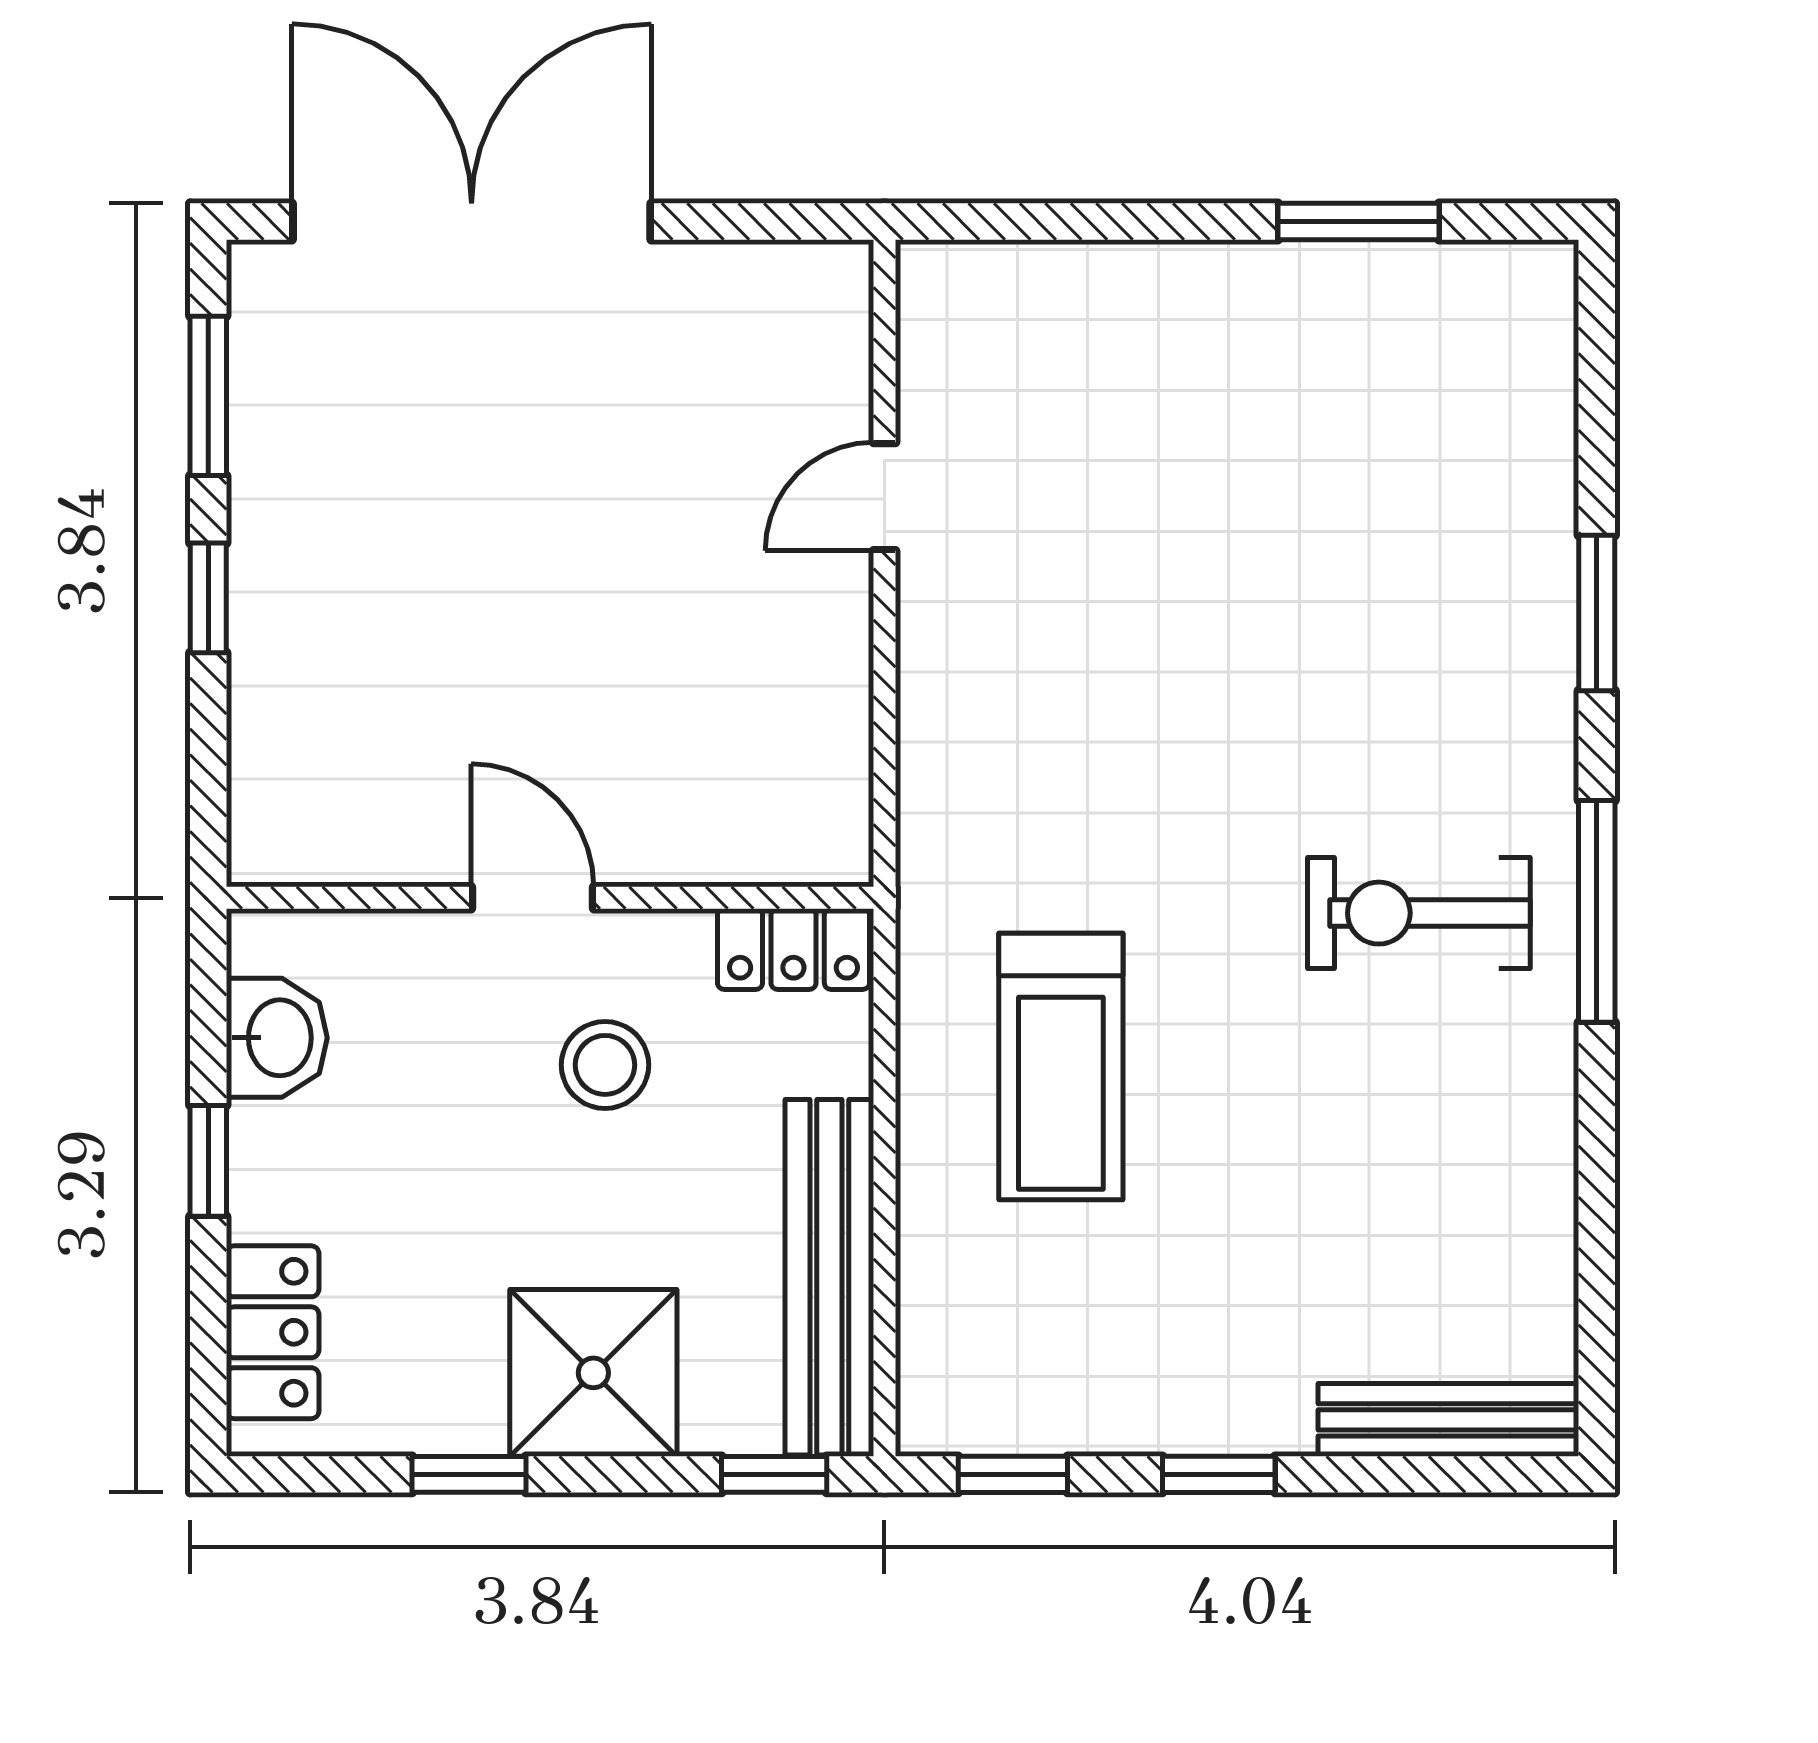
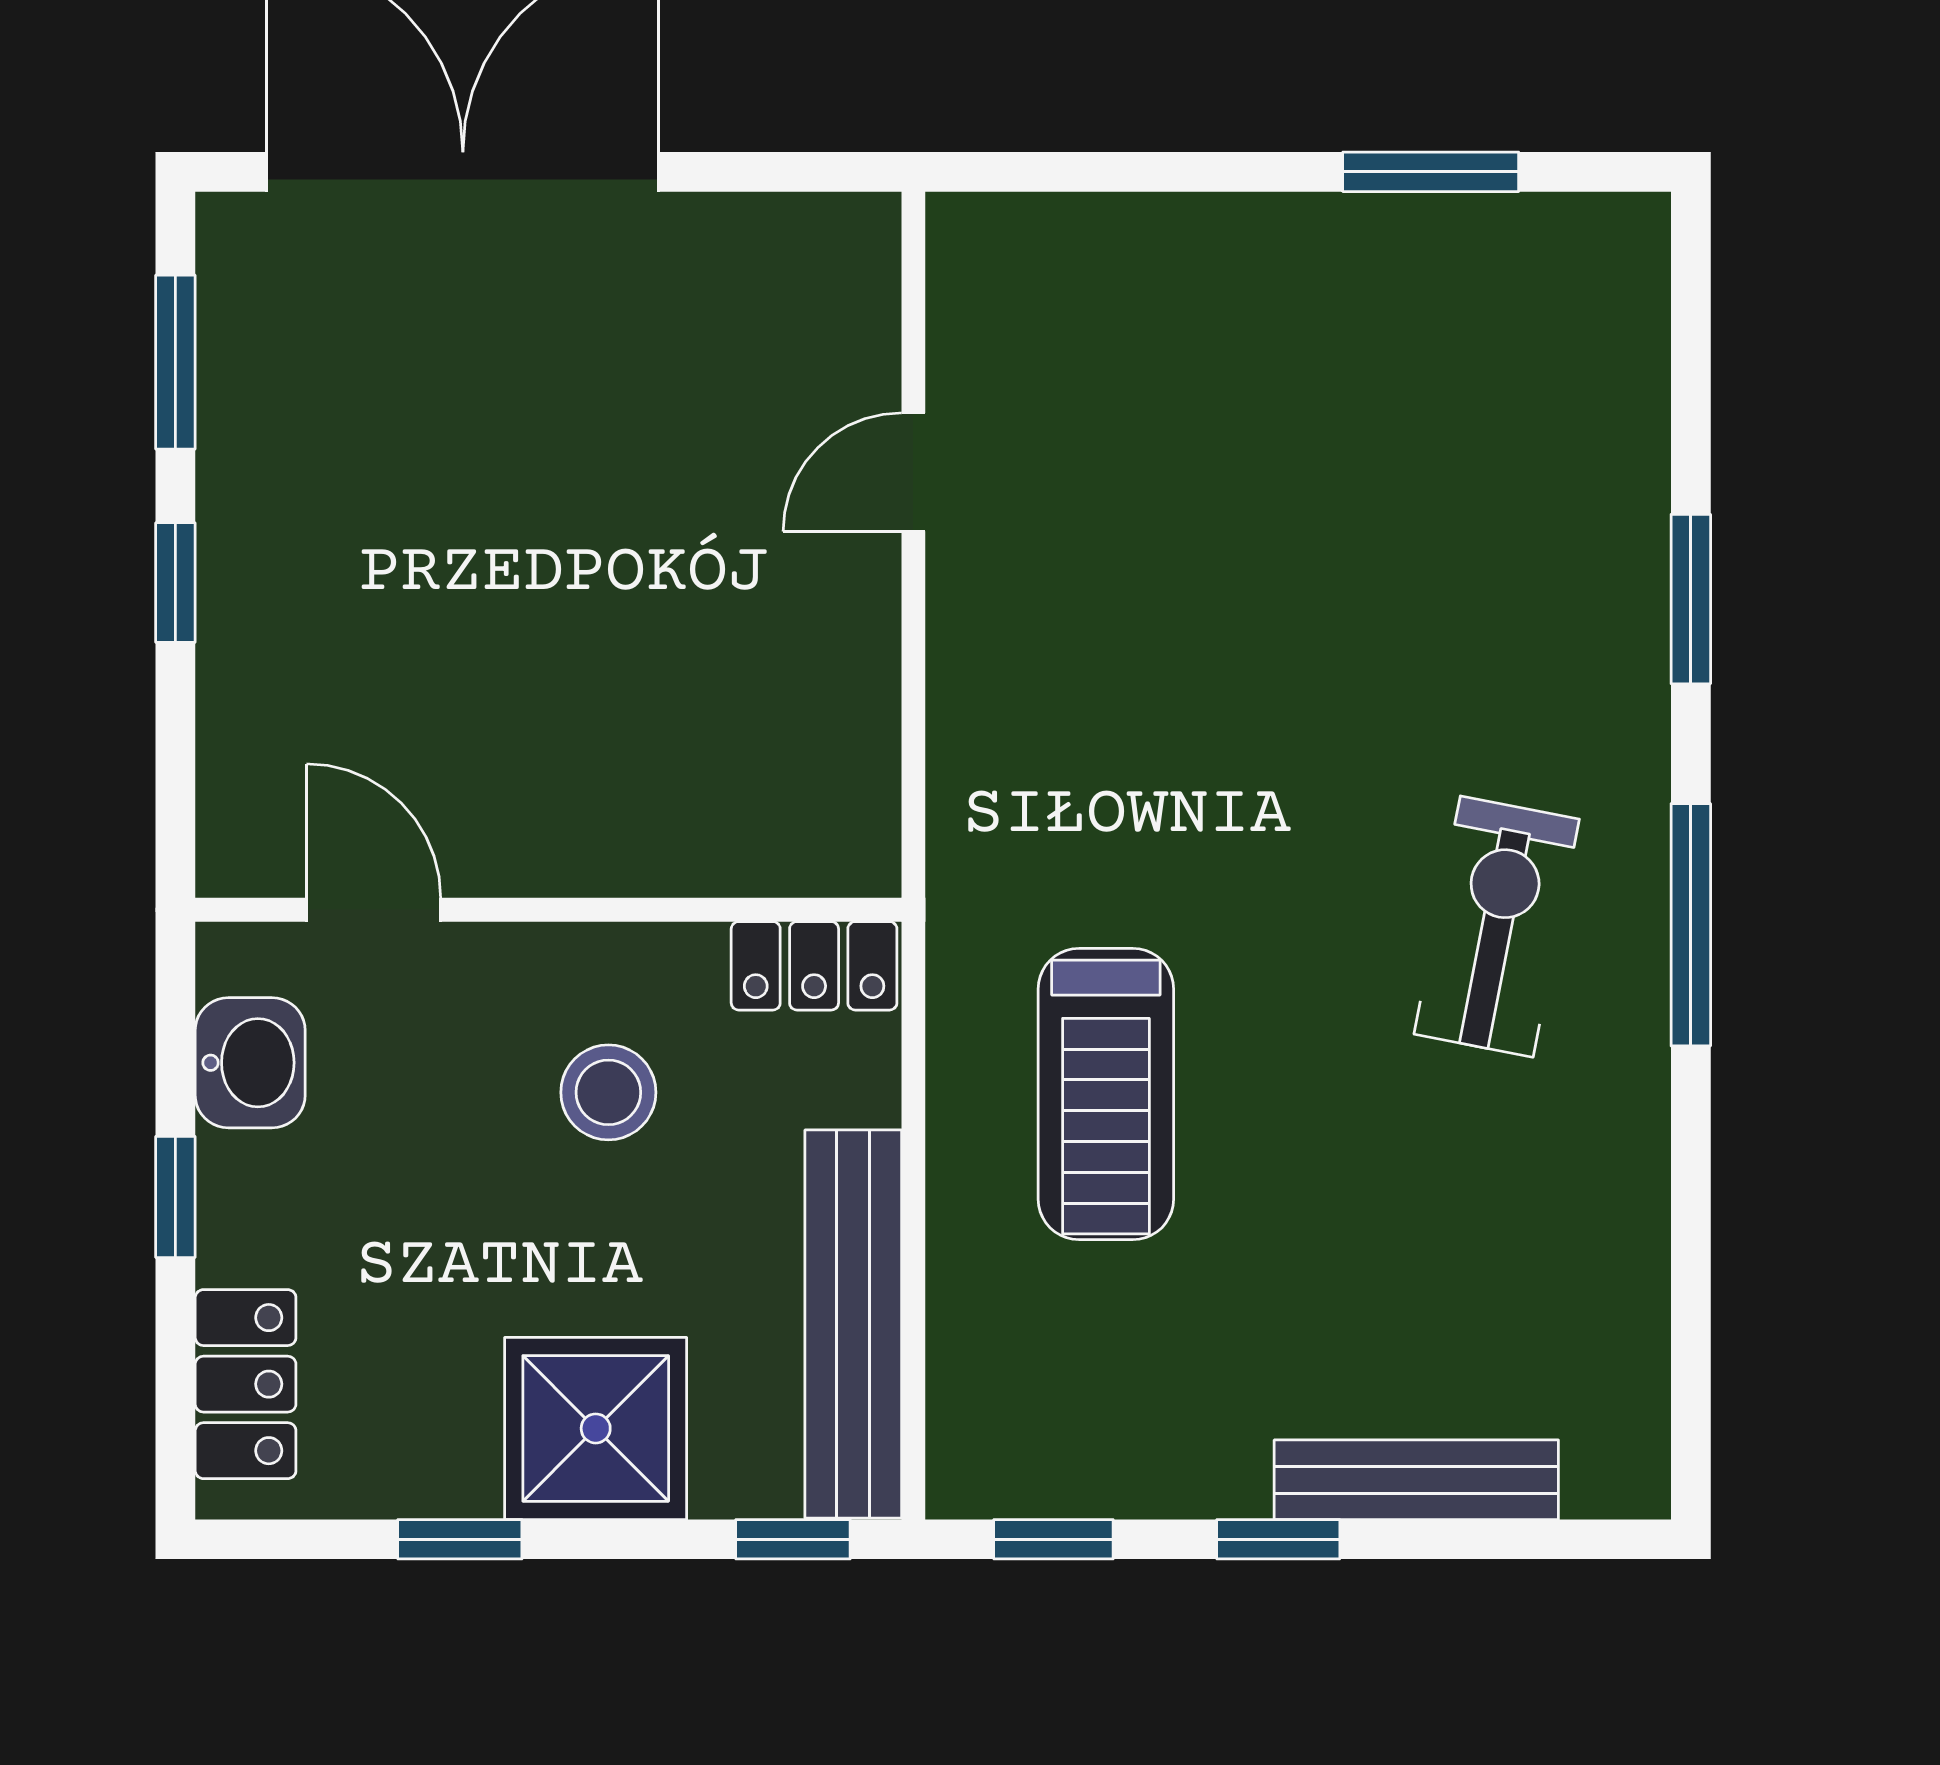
door: (532, 898) -> (374, 910), moved
exercise bike: (1419, 913) -> (1497, 927), turned 101
bench: (1448, 1420) -> (1416, 1480), moved

